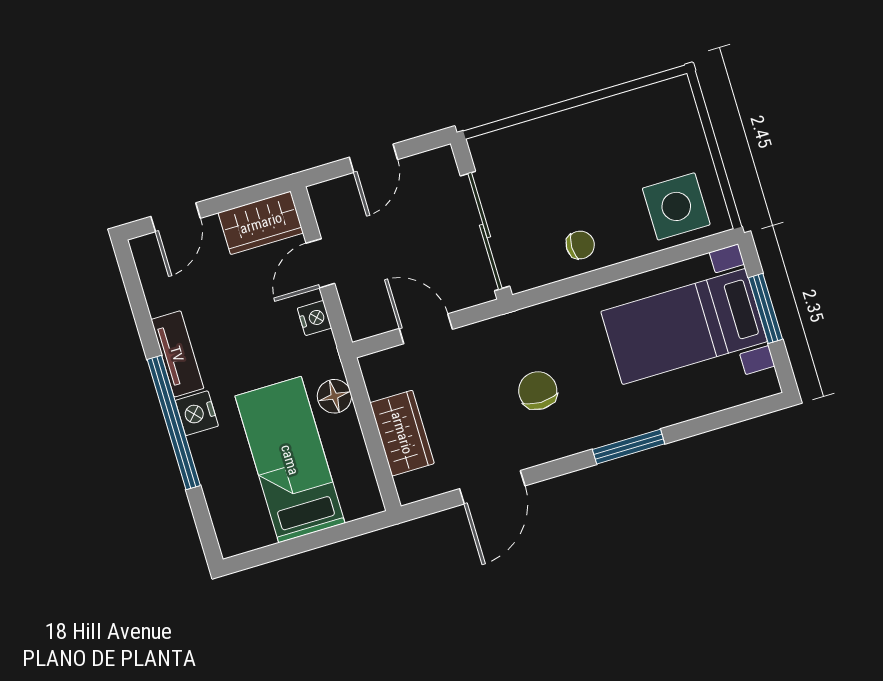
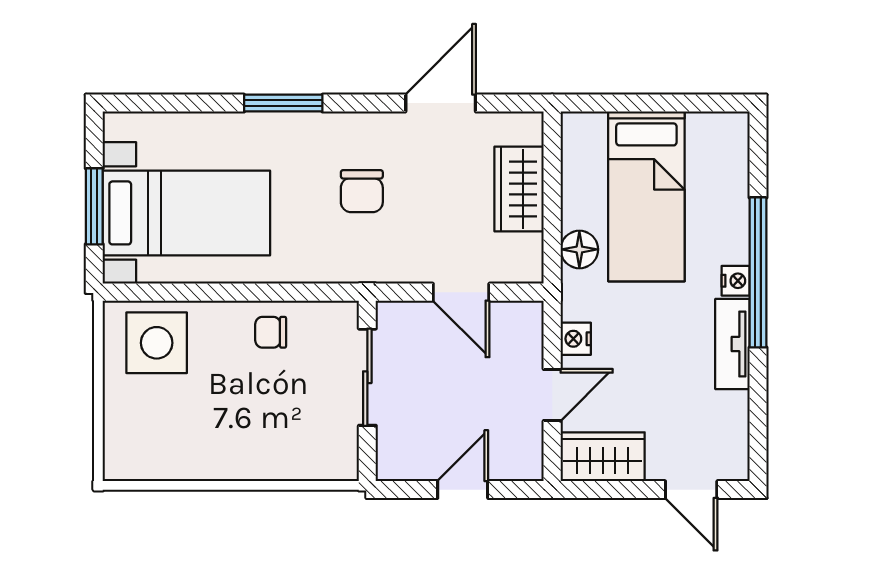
door: (176, 217) -> (691, 490), swing flipped
sliding door: (485, 231) -> (367, 377), width x0.73
nightstand: (197, 413) -> (736, 281), width x0.72, depth x0.74

